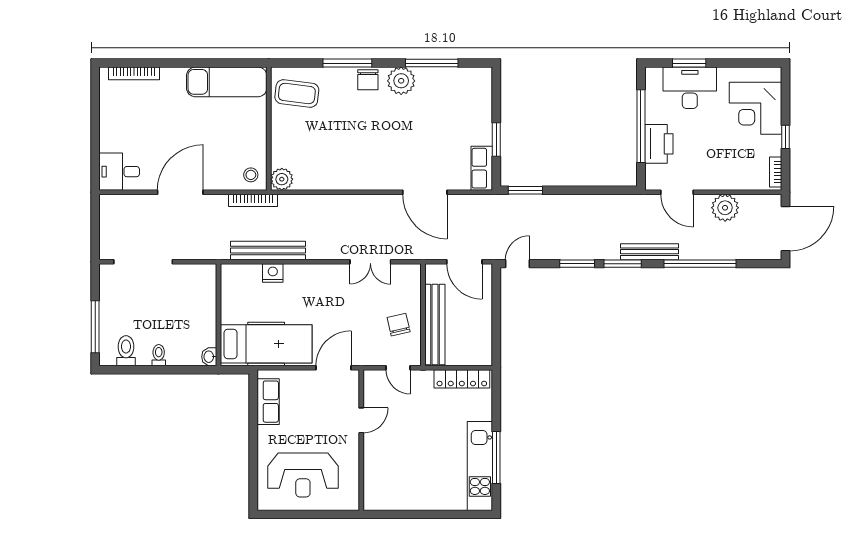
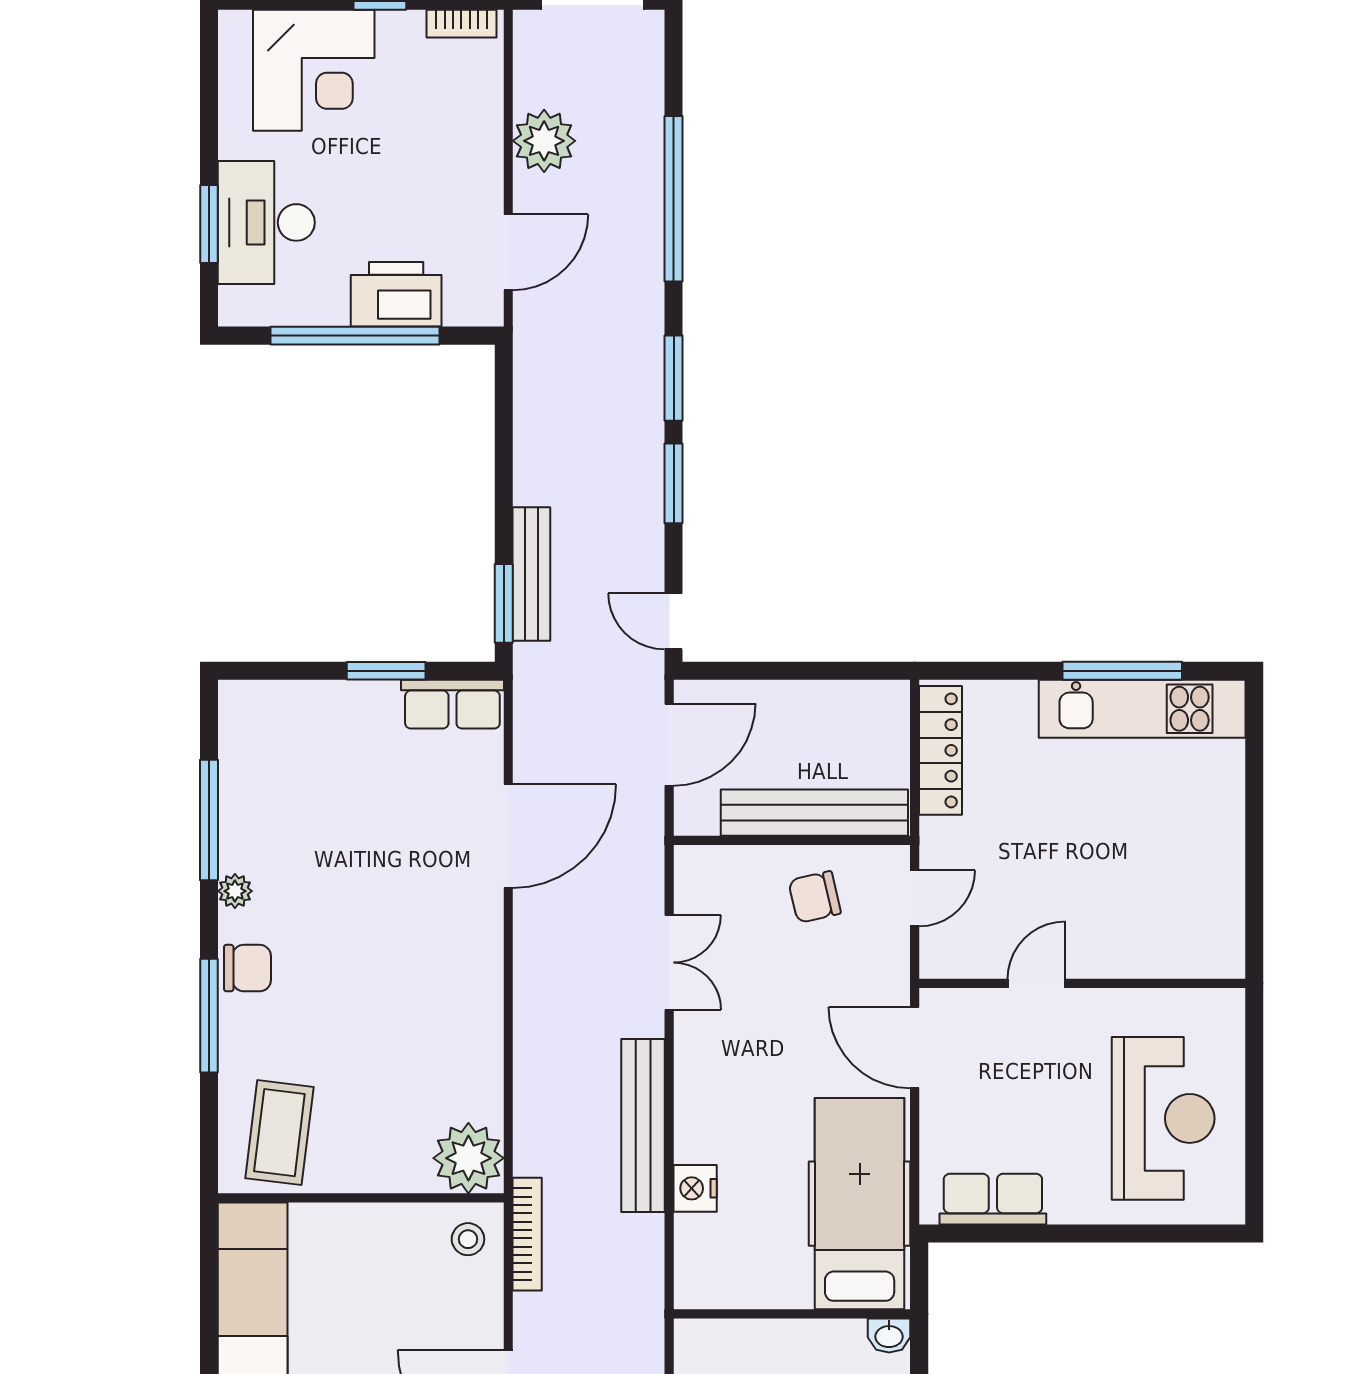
plant: (401, 81) -> (235, 891), width x0.53, depth x0.53
plant: (282, 179) -> (468, 1158), width x1.36, depth x1.36
bench: (268, 250) -> (643, 1126), moved
bench: (650, 252) -> (531, 574), moved
door: (361, 420) -> (1036, 983), hinge flipped

